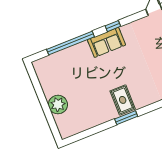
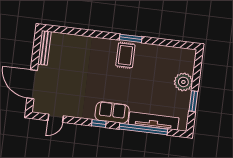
tv unit: (65, 55) -> (154, 121), added
window: (40, 92) -> (193, 101), added

